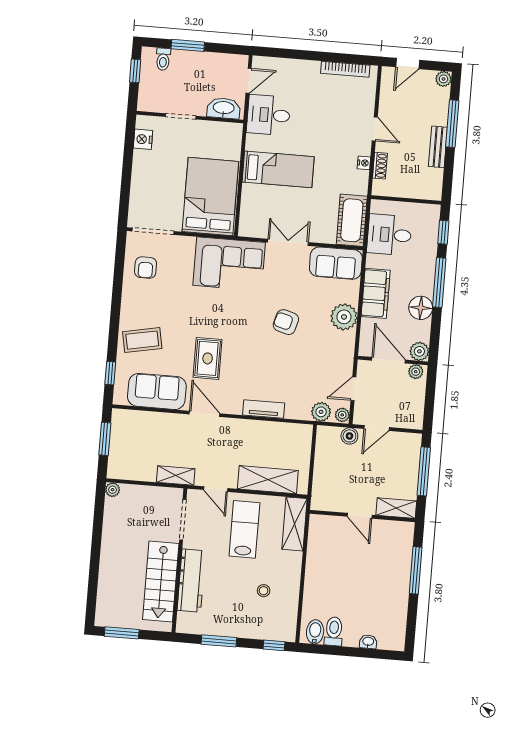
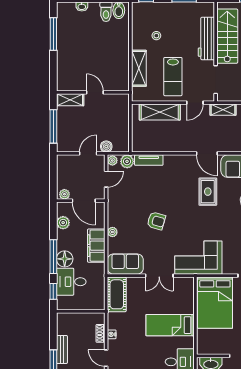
desk: (389, 235) -> (71, 282), moved, turned 180
floor lamp: (421, 308) -> (65, 259), moved
plant: (344, 317) -> (112, 232), width x0.53, depth x0.53
plant: (419, 351) -> (63, 223), moved
tv unit: (264, 409) -> (149, 160), moved
door: (216, 489) -> (195, 103), swing flipped
shelving: (294, 524) -> (139, 68), moved
window: (416, 570) -> (53, 34), moved

